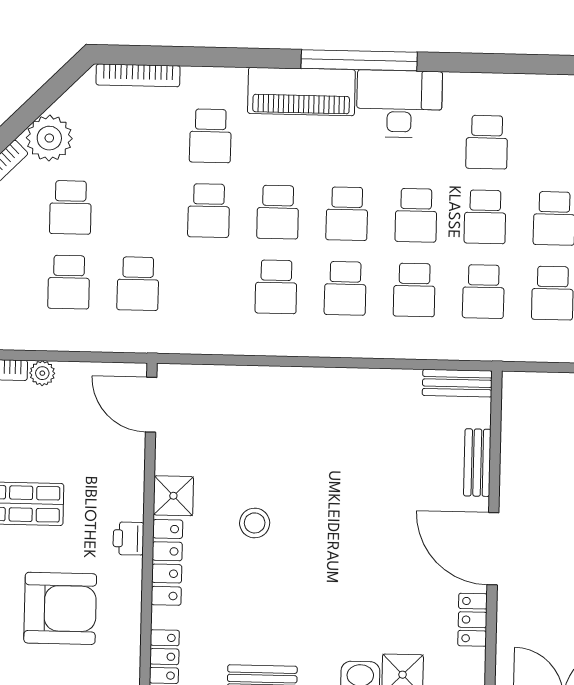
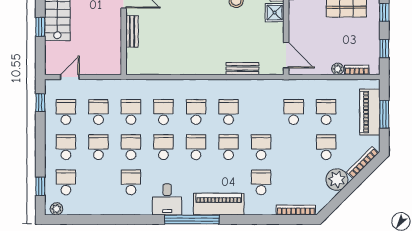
desk: (399, 104) -> (167, 199), width x0.73
bench: (457, 383) -> (242, 69), moved

